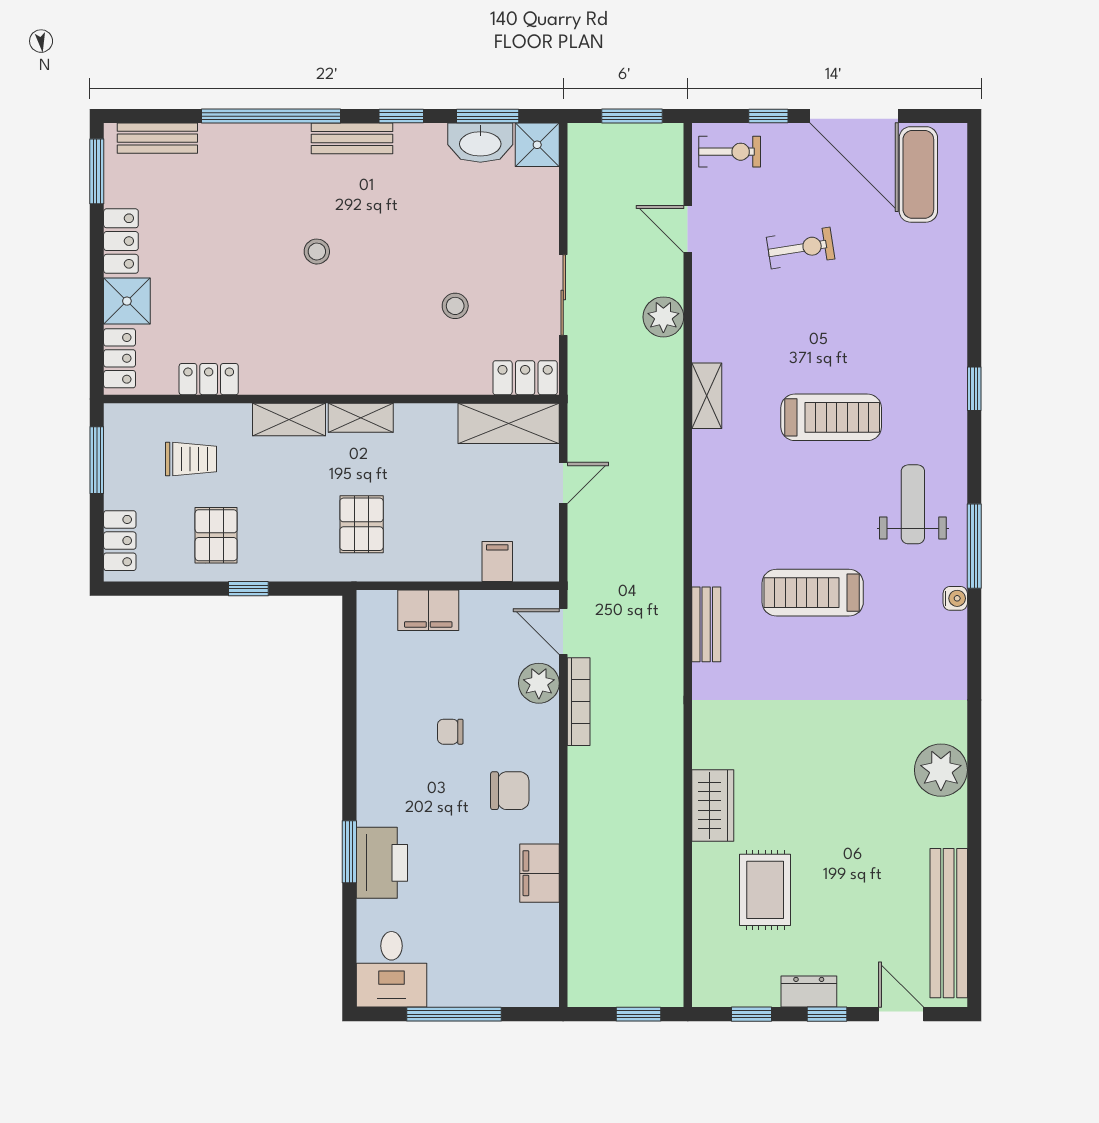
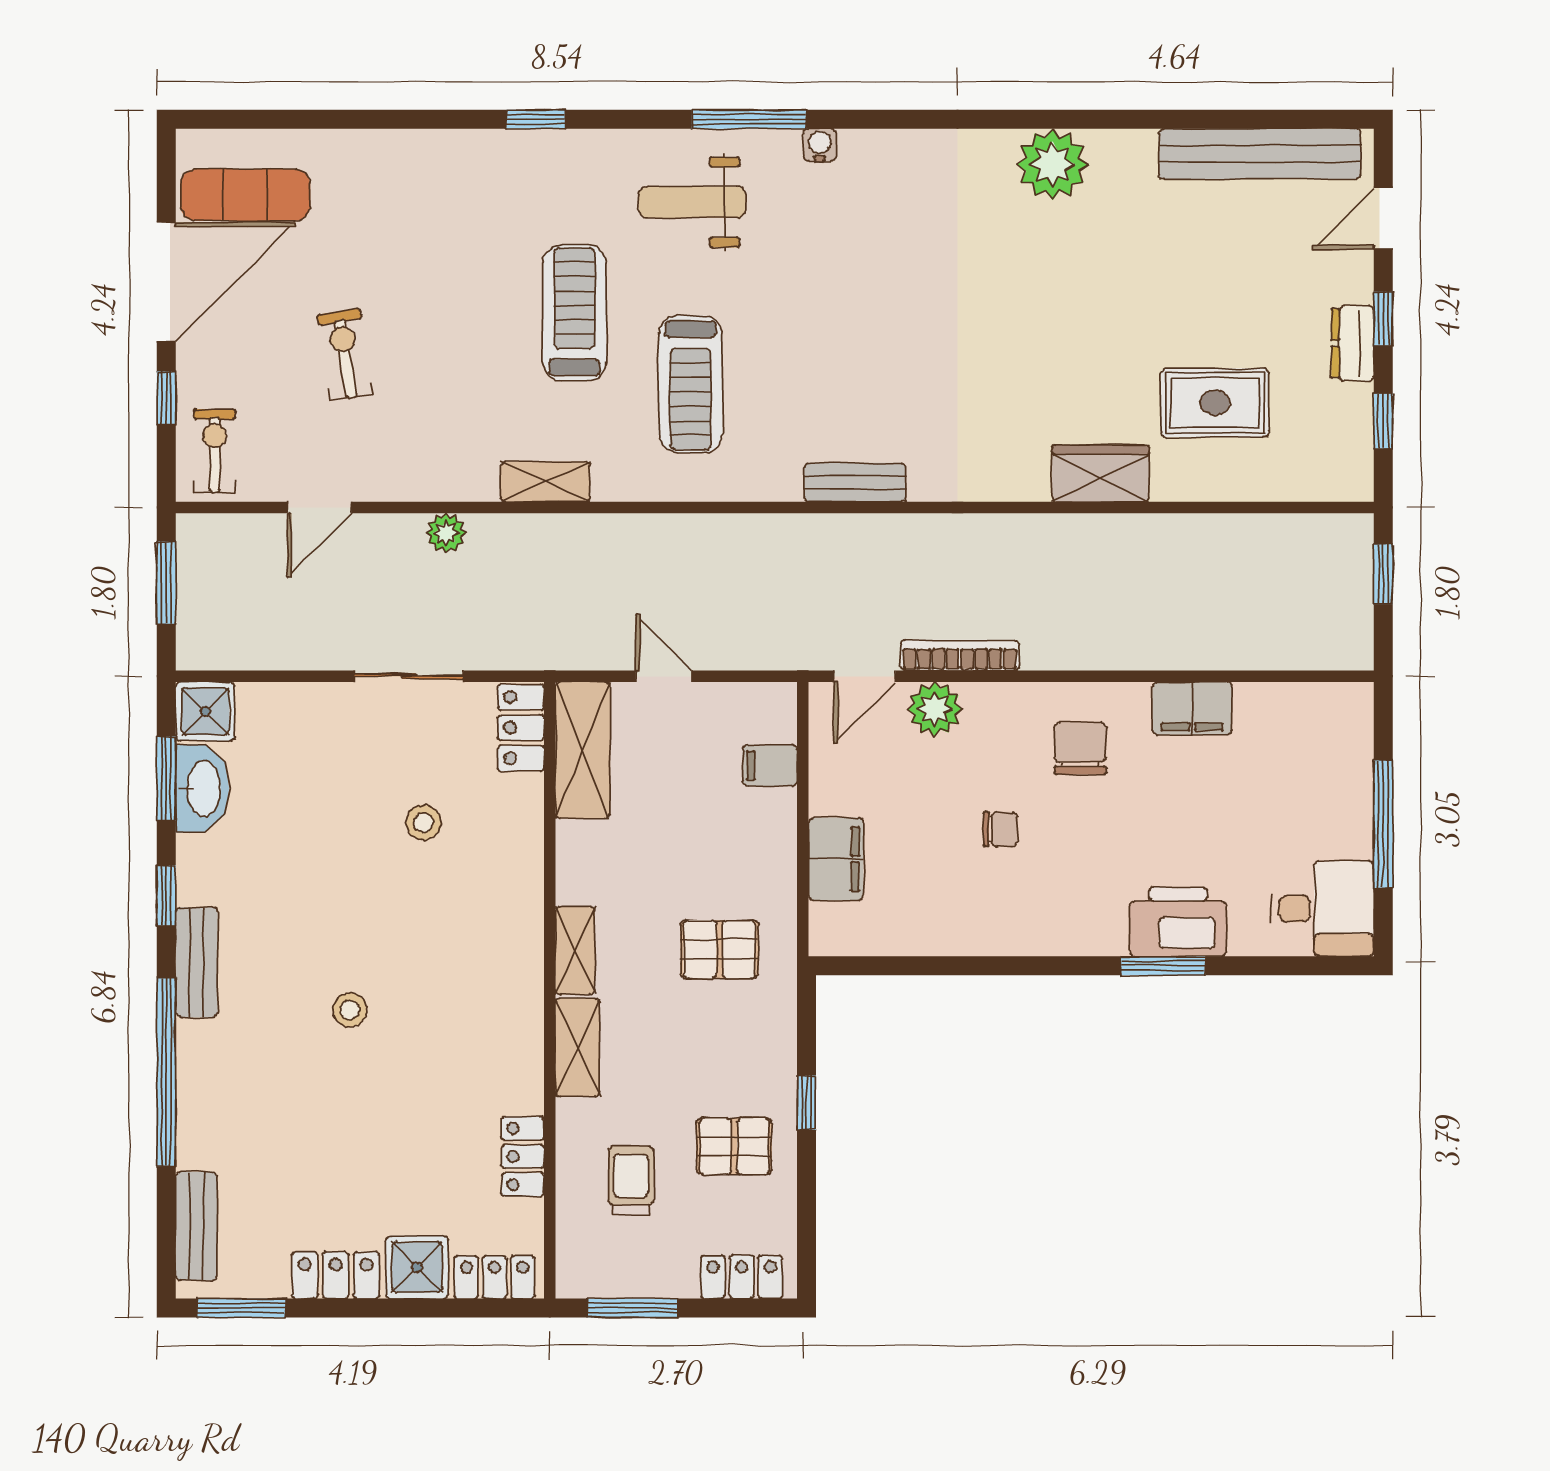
plant: (663, 317) -> (446, 533), width x0.73, depth x0.73
treadmill: (813, 593) -> (691, 384), moved
chair: (450, 732) -> (1000, 829), turned -90

